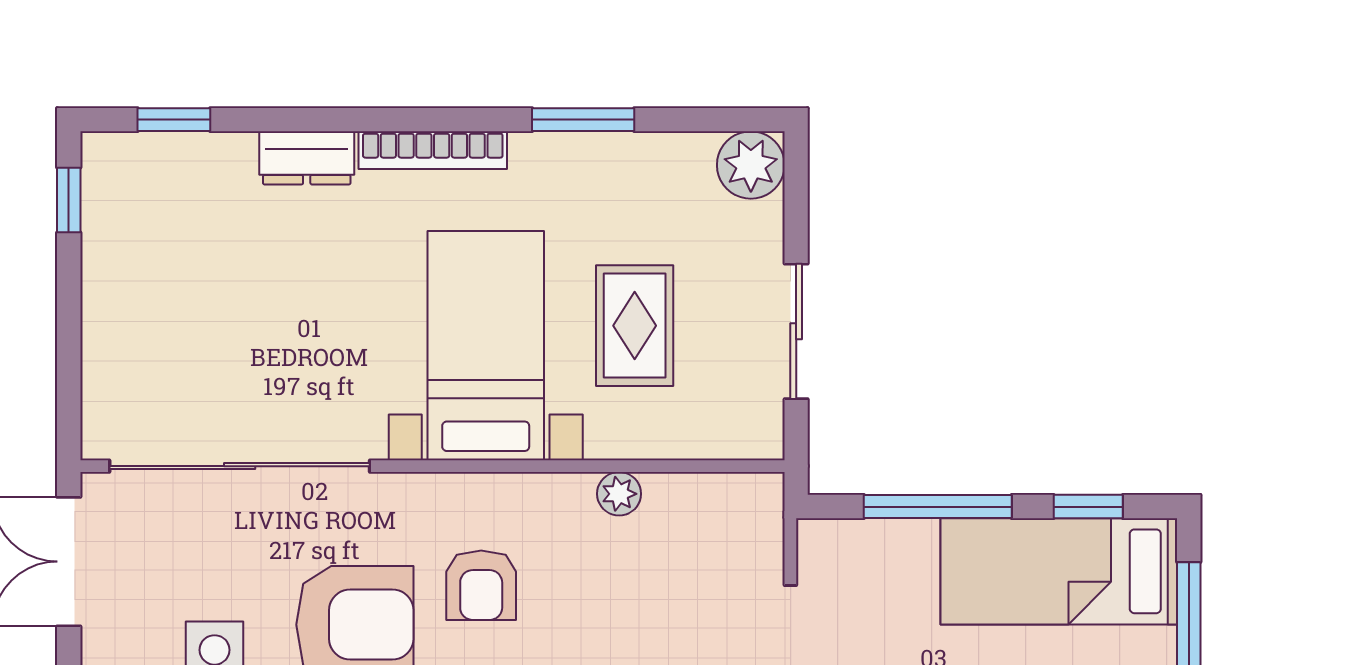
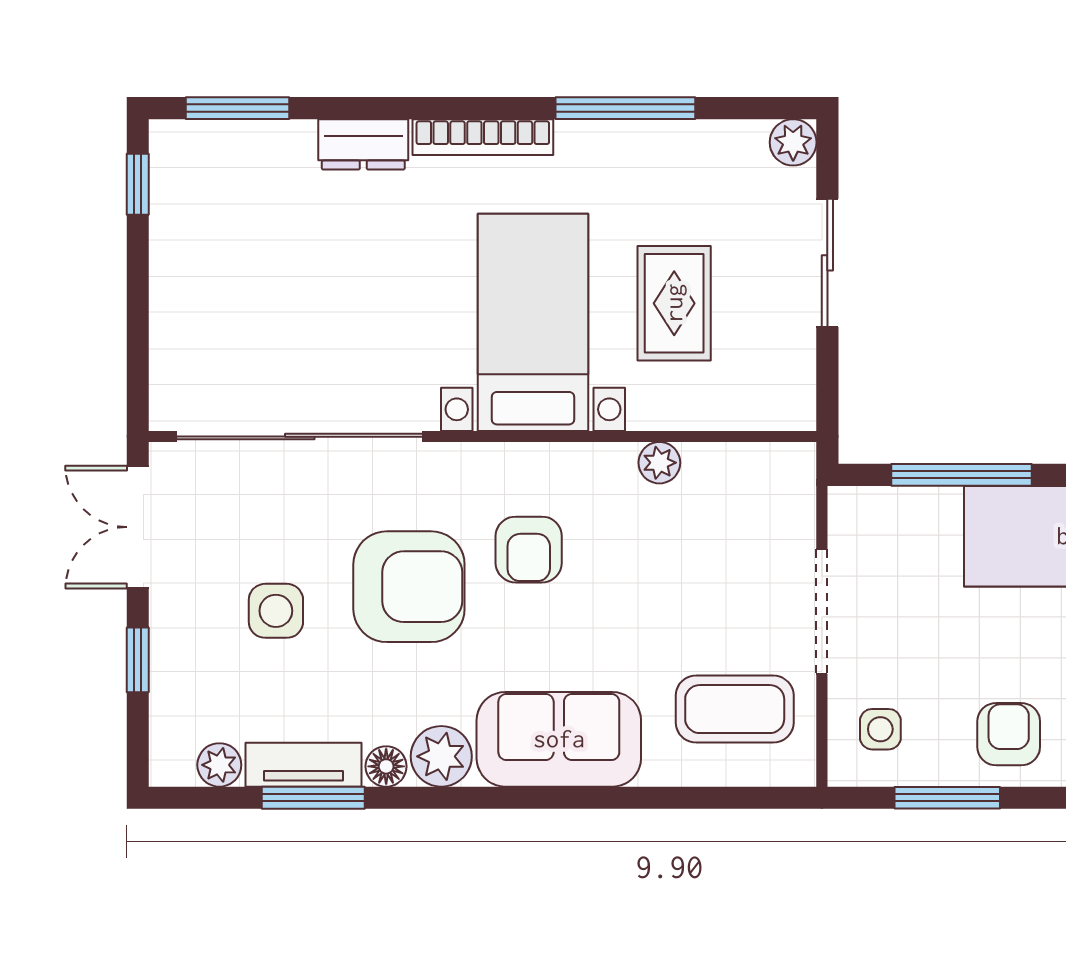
window: (174, 120) -> (237, 108), width x1.50
window: (583, 120) -> (625, 108), width x1.44
plant: (751, 165) -> (793, 142), width x0.73, depth x0.73
sliding door: (796, 331) -> (827, 263), moved

